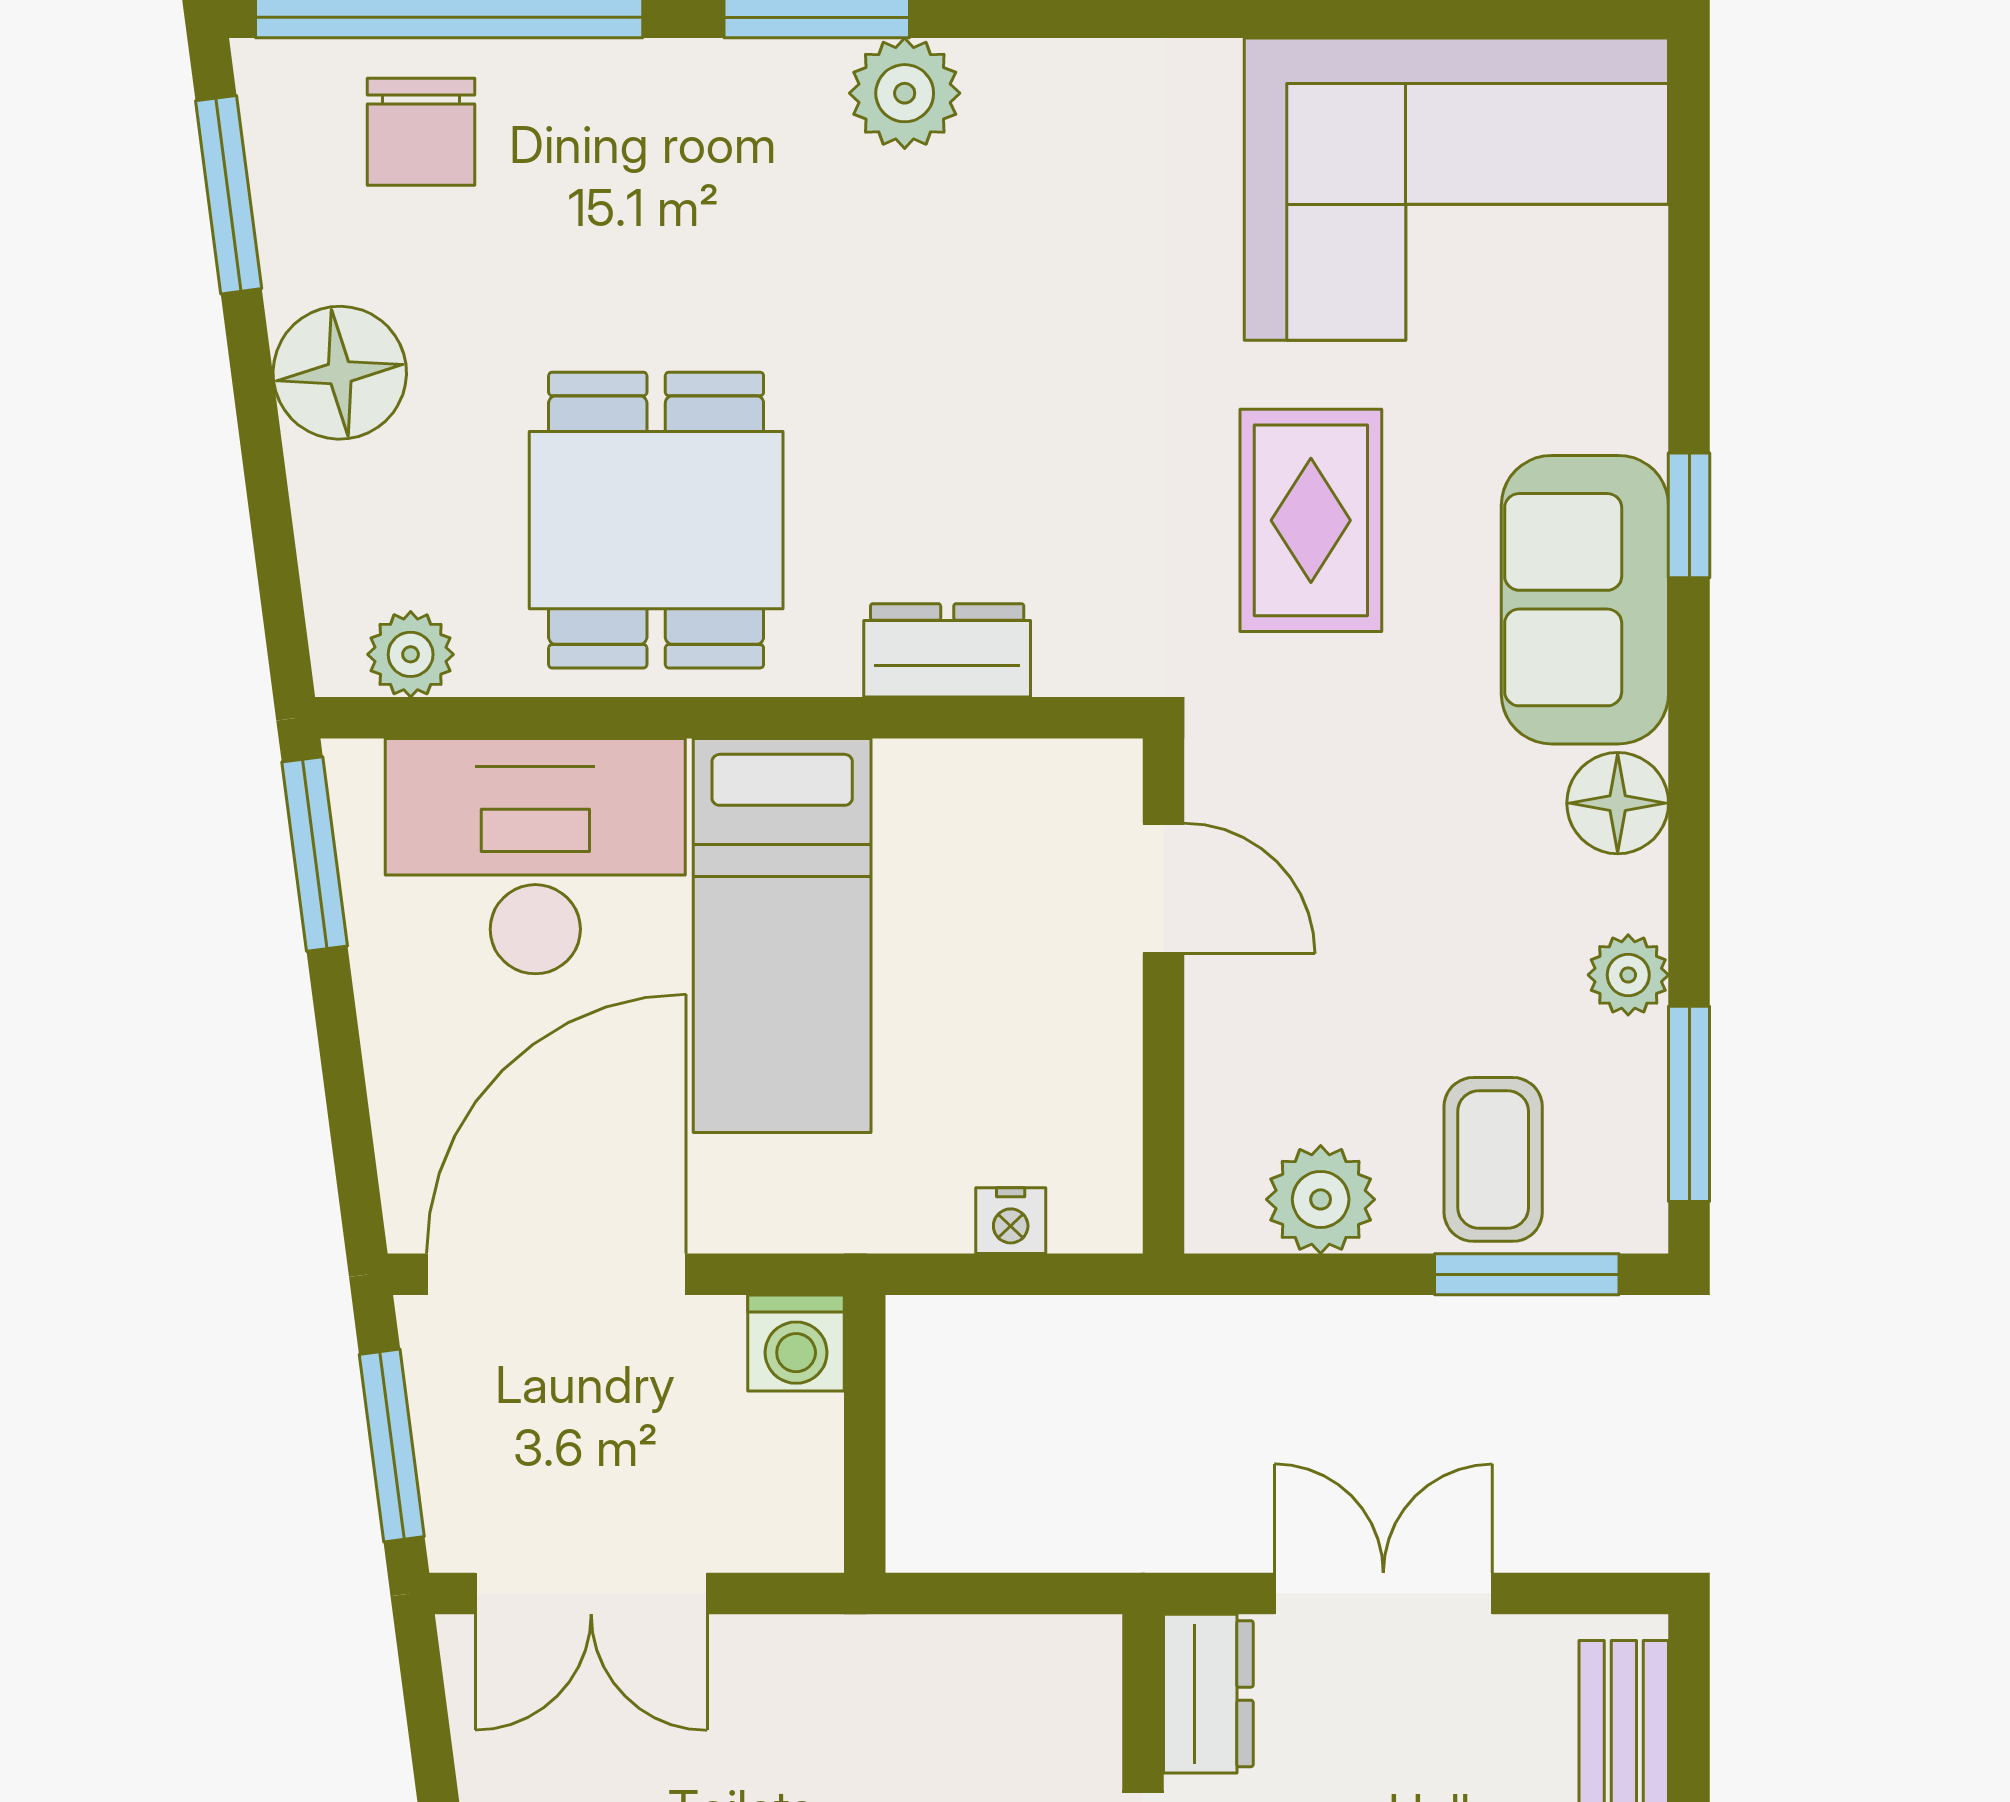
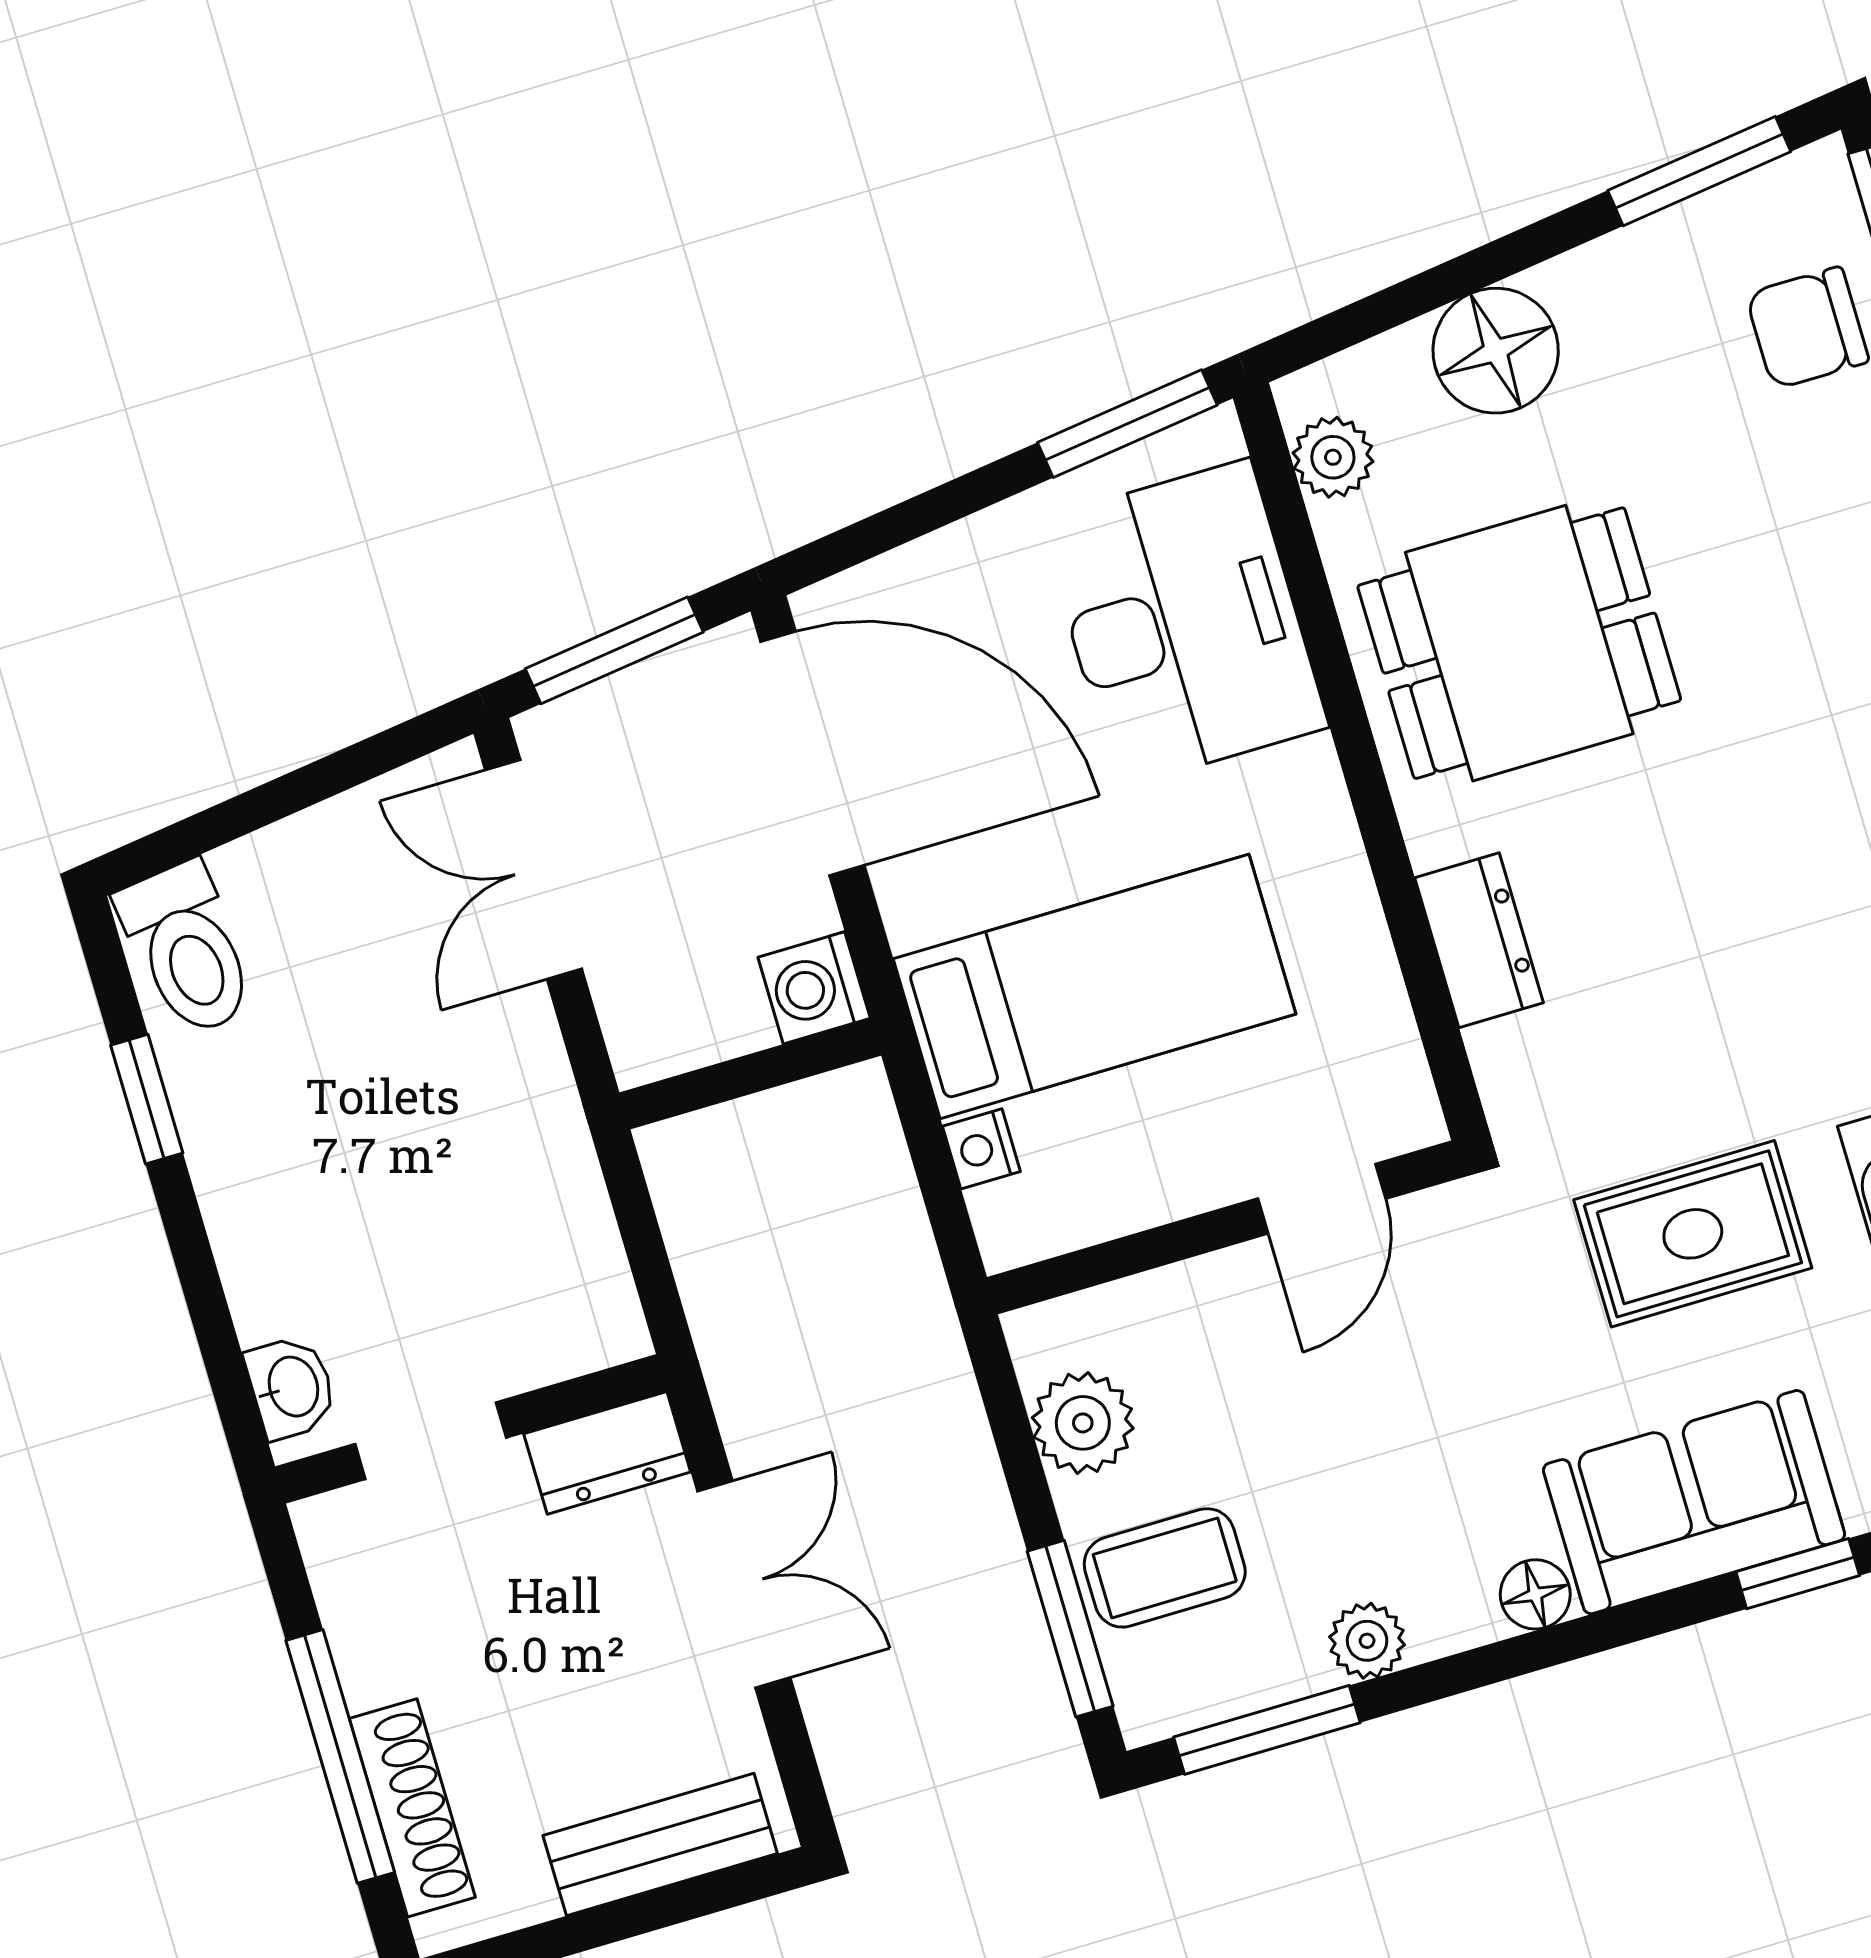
floor lamp: (340, 373) -> (1496, 351), moved
floor lamp: (1618, 803) -> (1535, 1594), width x0.73, depth x0.73
bed: (782, 936) -> (1094, 986), moved, turned 180

